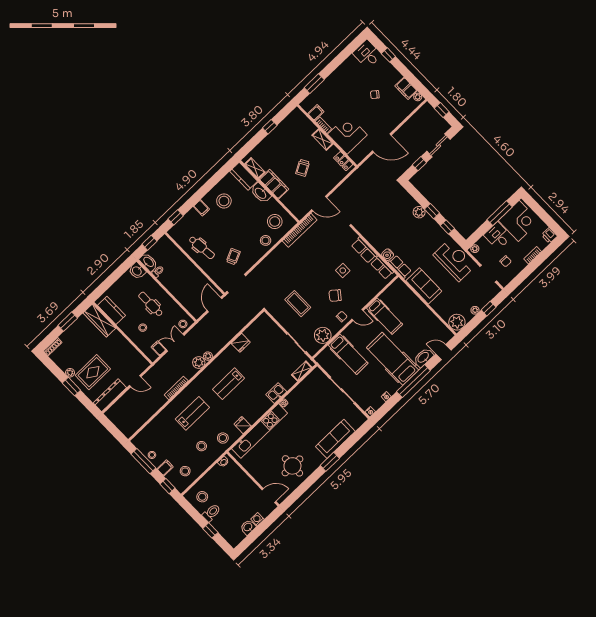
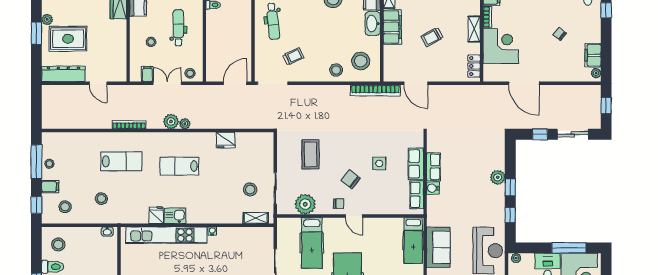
row of seats: (400, 267) -> (433, 167), moved
hospital bed: (385, 316) -> (413, 240), moved
kitchen sink: (276, 393) -> (175, 216), moved
stool: (223, 438) -> (250, 189), moved

